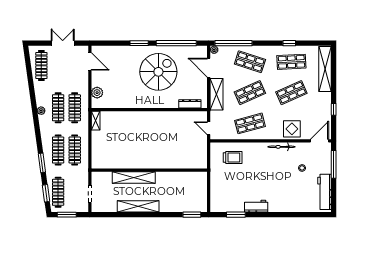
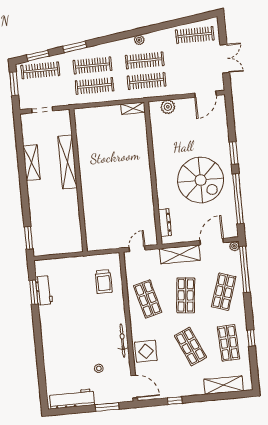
shelving: (325, 69) -> (223, 385), width x0.68
shop shelf: (250, 93) -> (186, 295), turned 30
window: (334, 164) -> (107, 407), width x0.69
shelving: (138, 206) -> (32, 163), width x0.68
workbench: (256, 206) -> (44, 290), moved

